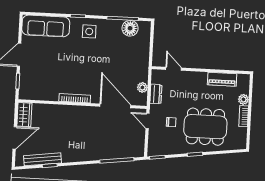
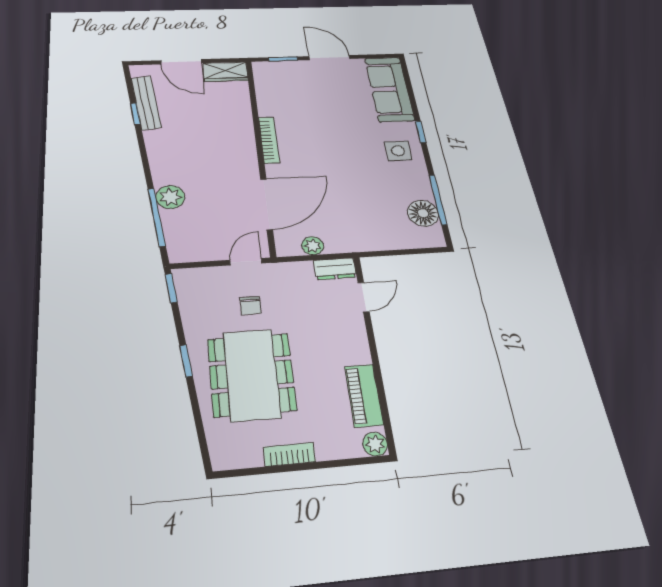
dresser: (156, 94) -> (335, 269), moved
plant: (243, 99) -> (375, 444), moved
plant: (106, 153) -> (170, 197), added

